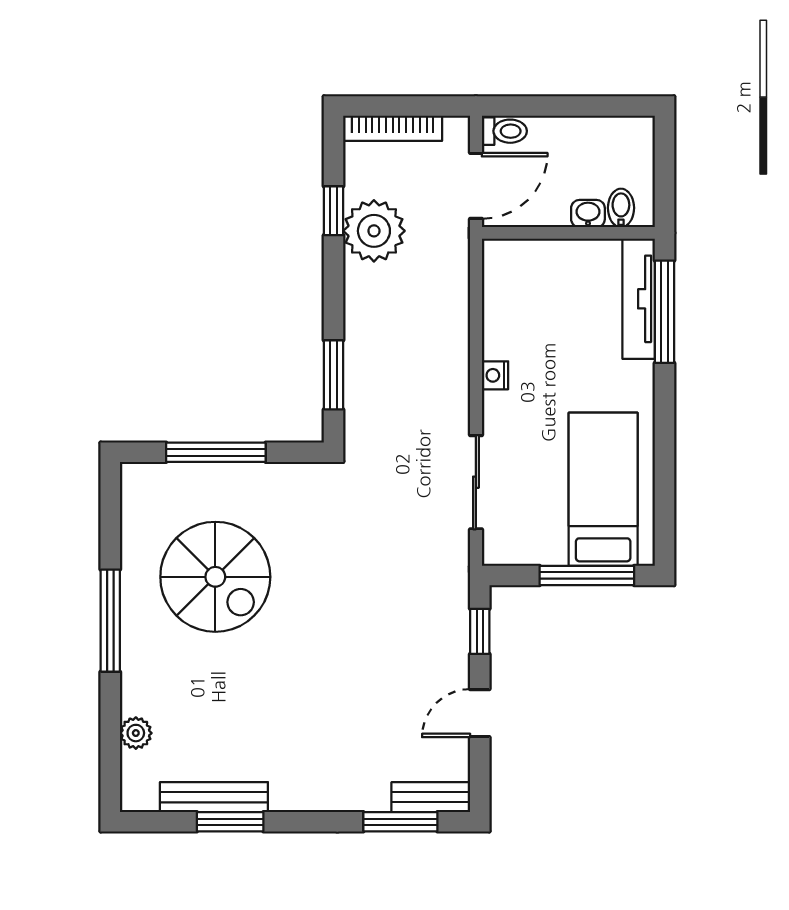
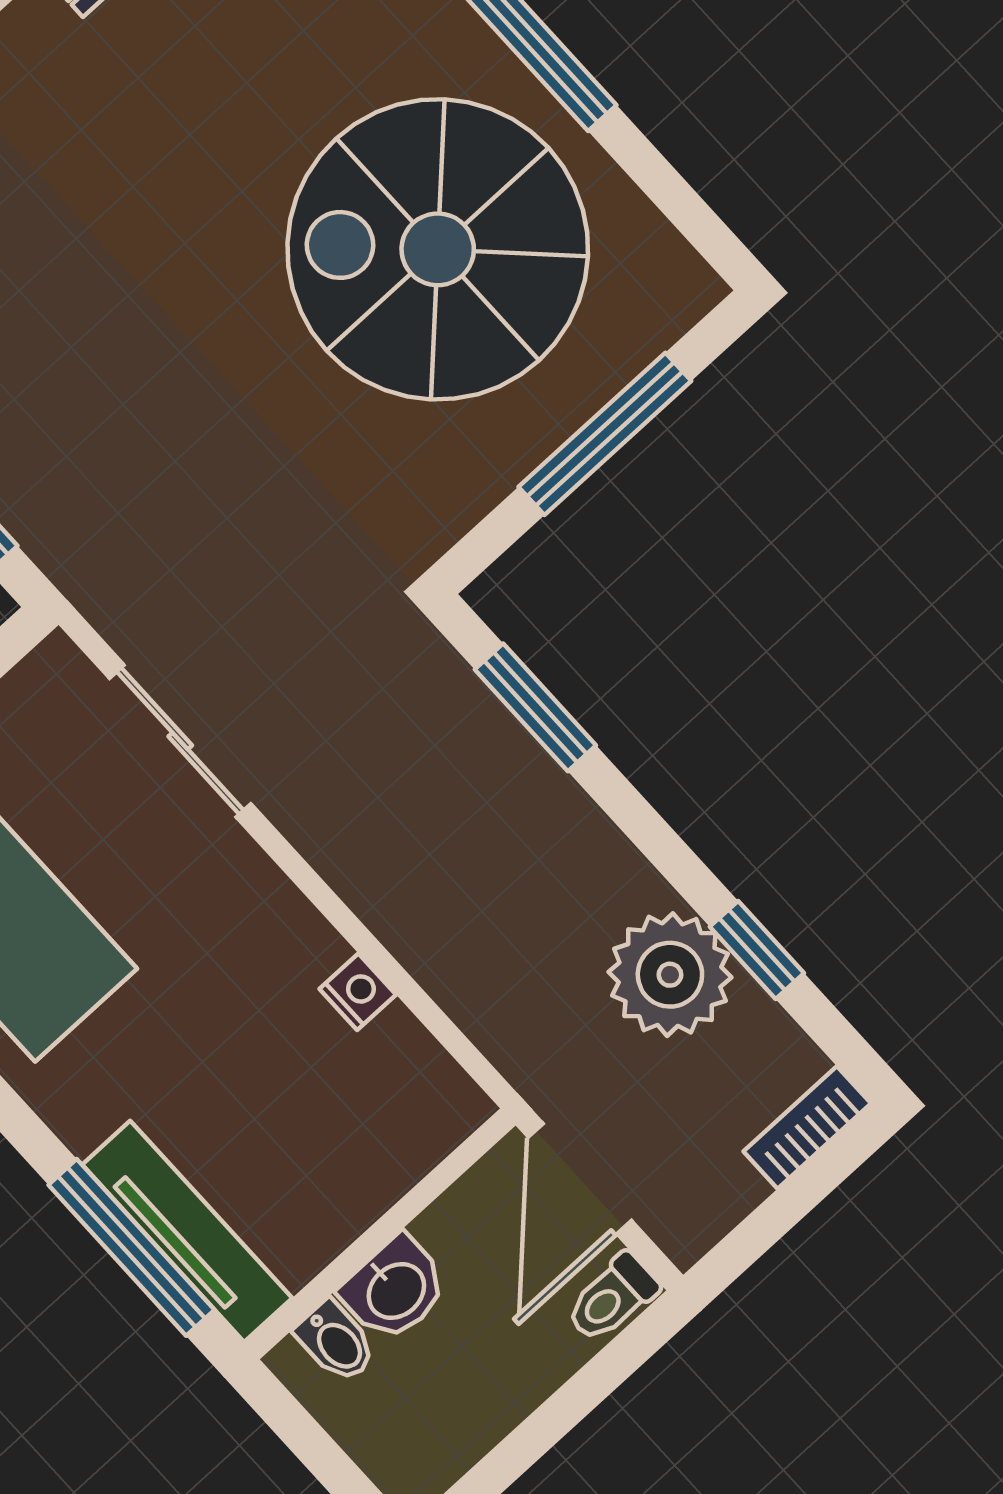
bookcase: (393, 128) -> (807, 1127), width x0.64
washbasin: (588, 214) -> (395, 1289), width x1.38, depth x1.45
nightstand: (495, 375) -> (358, 992), moved
spiral stairs: (215, 577) -> (438, 249), width x1.37, depth x1.37

